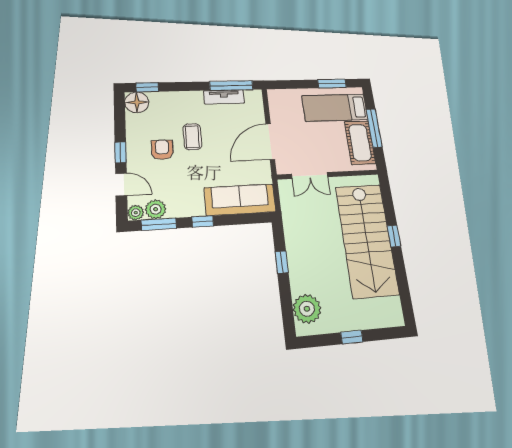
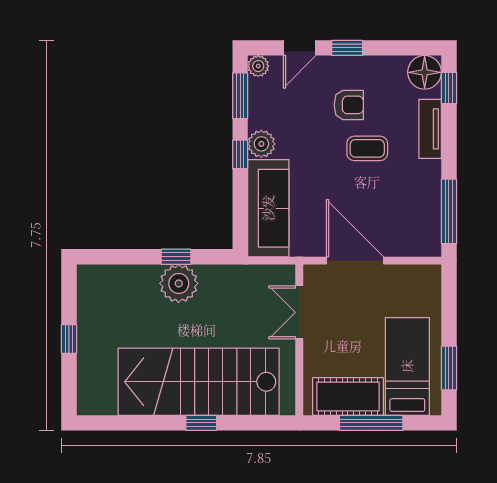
tv unit: (224, 97) -> (430, 129), moved
plant: (156, 209) -> (261, 144), moved
plant: (307, 309) -> (179, 283), moved

